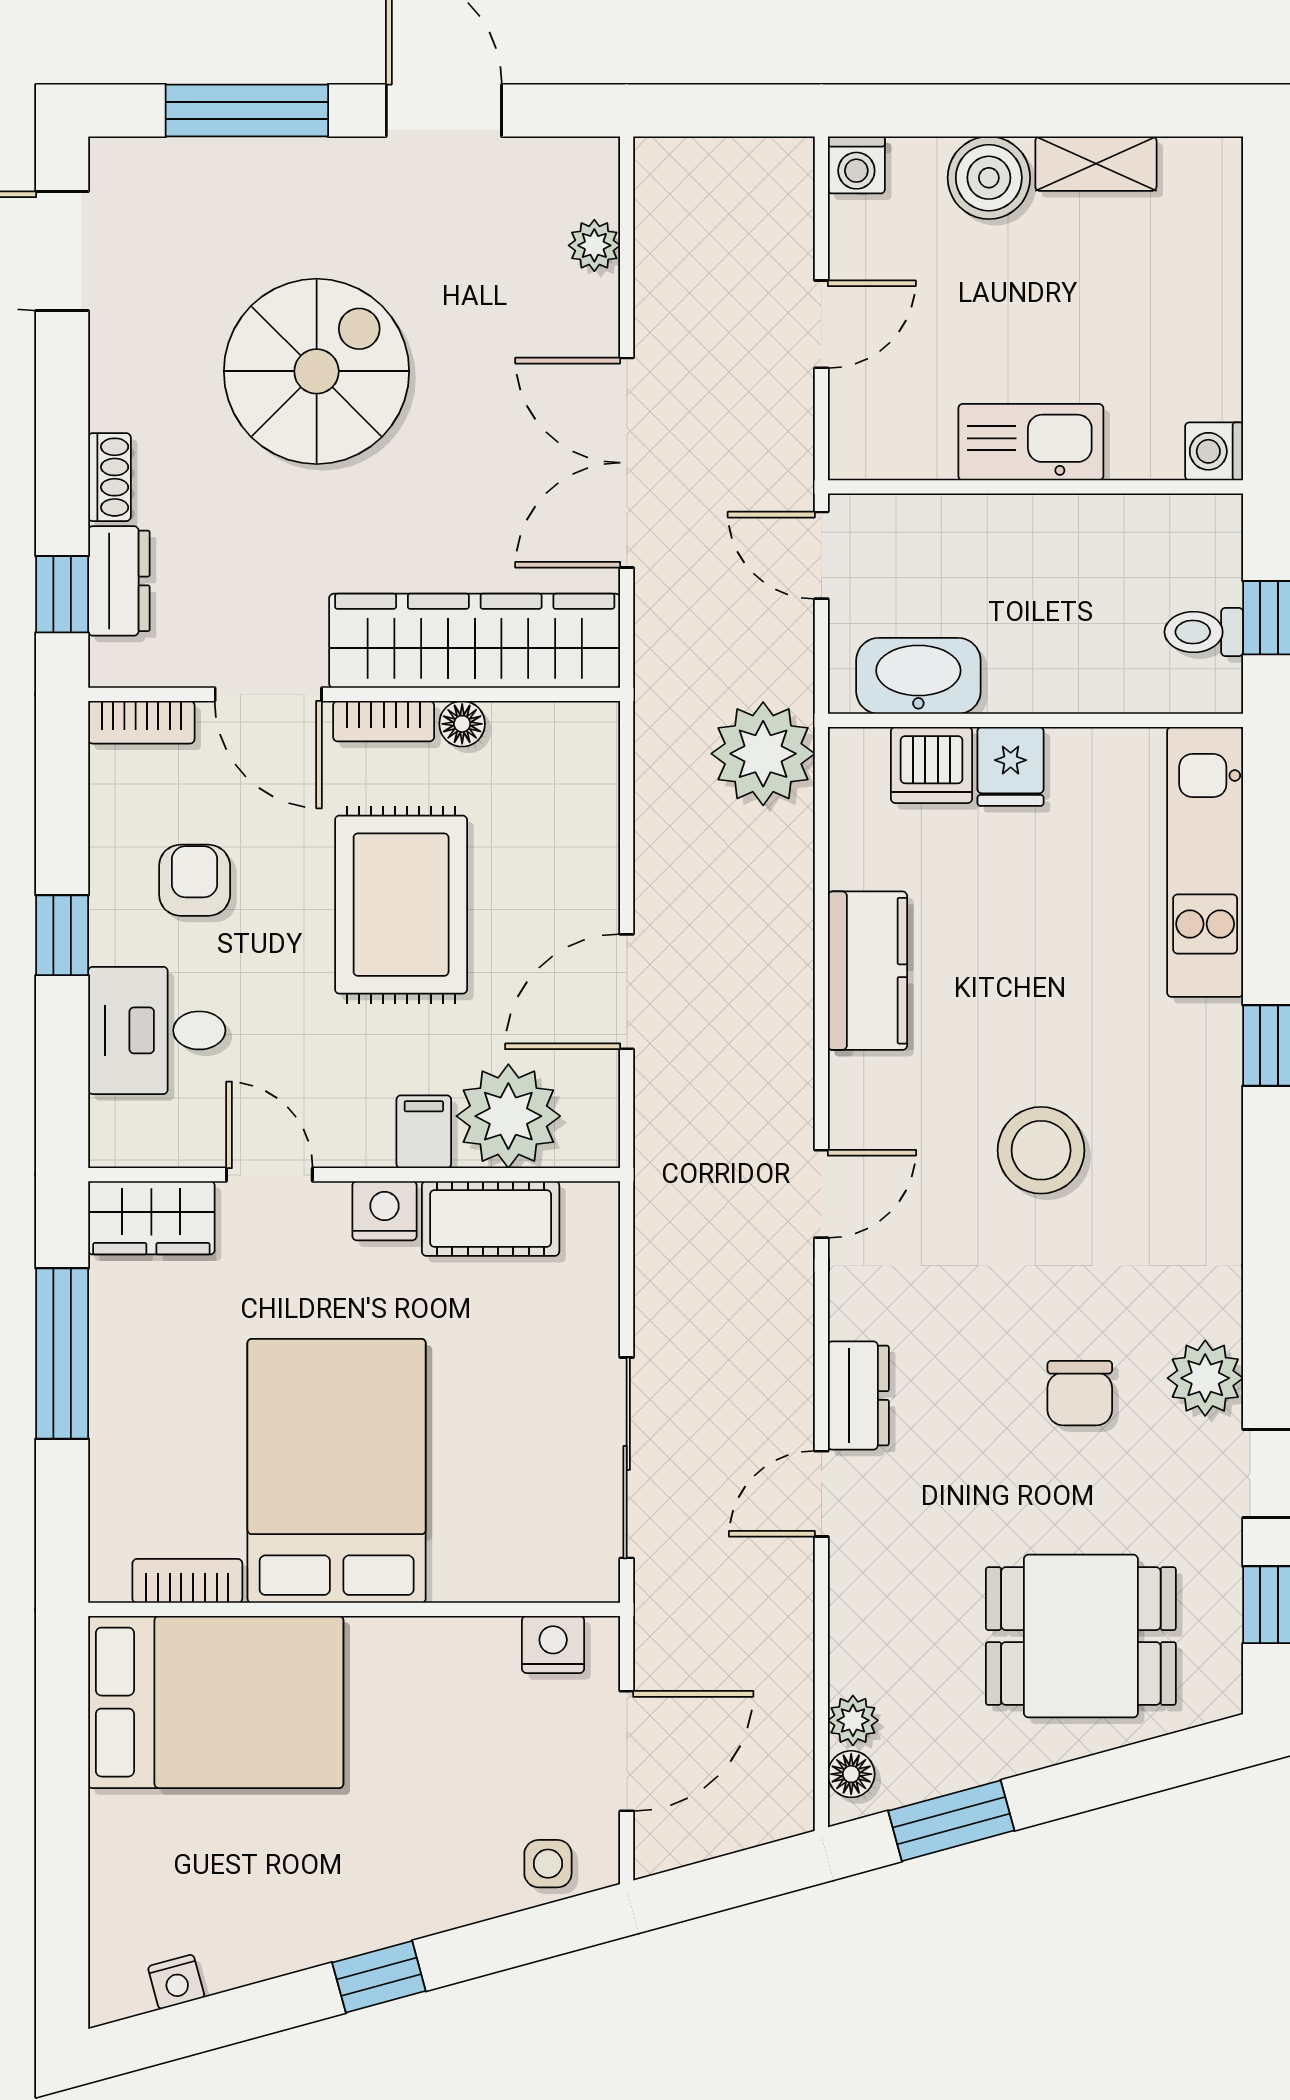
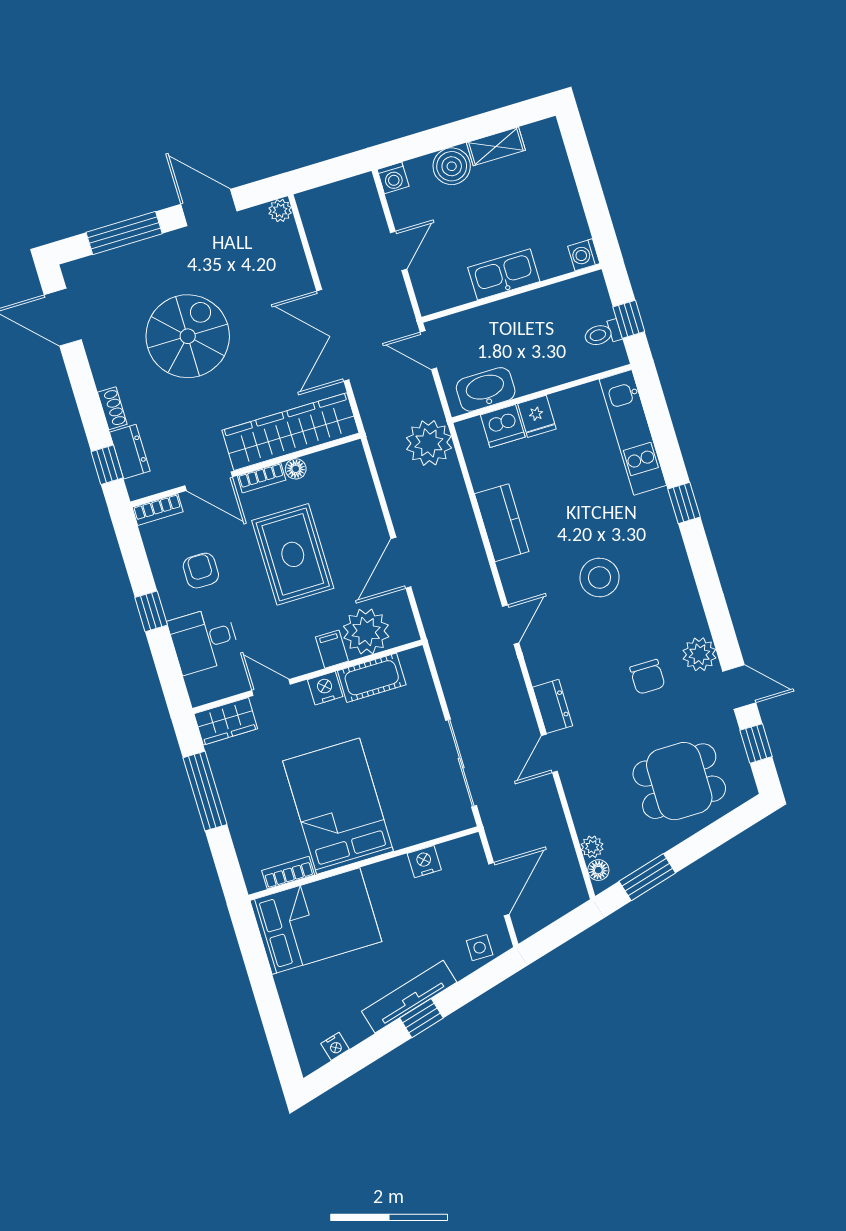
plant: (594, 245) -> (280, 210), moved
nightstand: (553, 1644) -> (424, 862), moved
tv unit: (366, 1923) -> (409, 997), added

